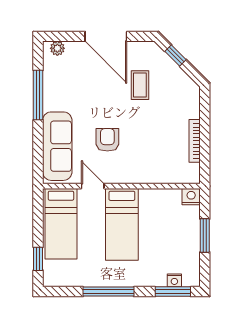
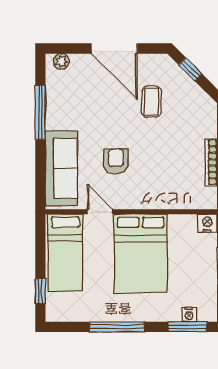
bed: (122, 224) -> (141, 253), width x1.50

